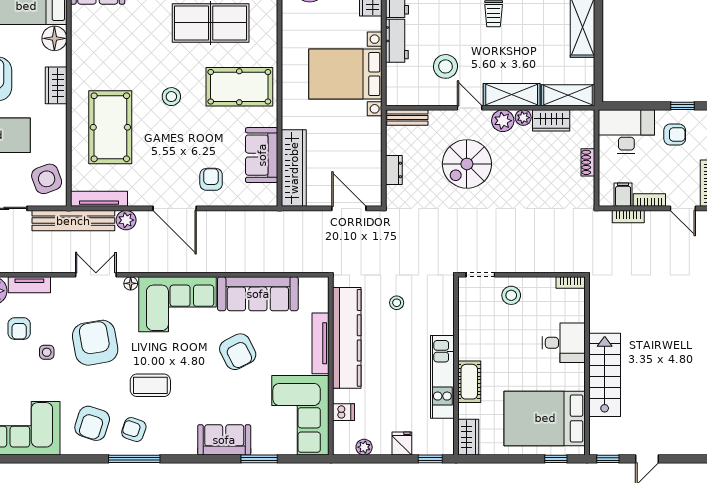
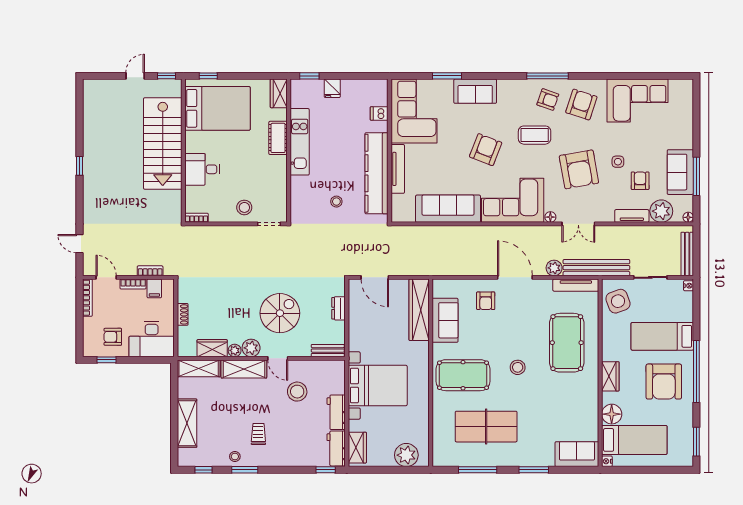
armchair: (238, 352) -> (486, 150), moved, turned 48
stairs: (605, 375) -> (163, 144), width x1.36, depth x1.51
plant: (364, 447) -> (363, 85), removed

